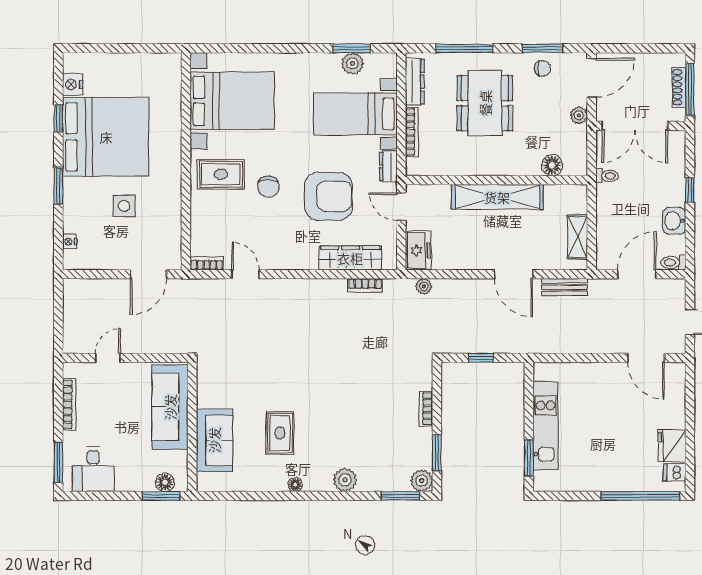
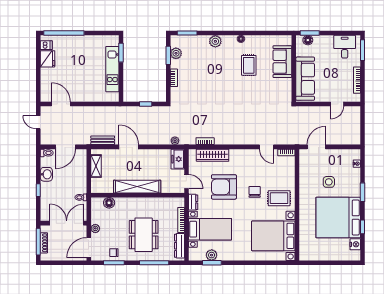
plant: (422, 481) -> (176, 53), moved

